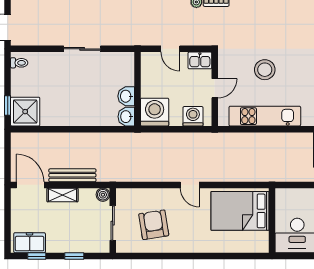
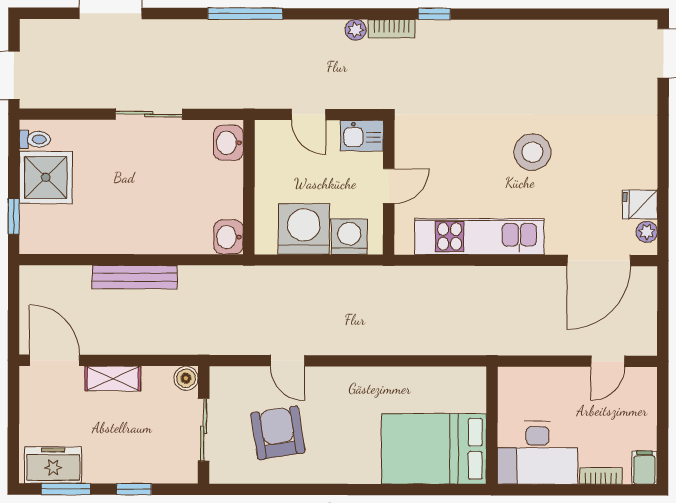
stool: (265, 70) -> (532, 152), moved
washbasin: (126, 96) -> (228, 143), moved
shower: (25, 112) -> (46, 177), moved
washing machine: (155, 112) -> (304, 229), moved
bench: (72, 175) -> (135, 277), moved
door: (190, 185) -> (287, 361), moved
bed: (240, 211) -> (434, 449), moved
window: (37, 256) -> (66, 489), width x1.50

